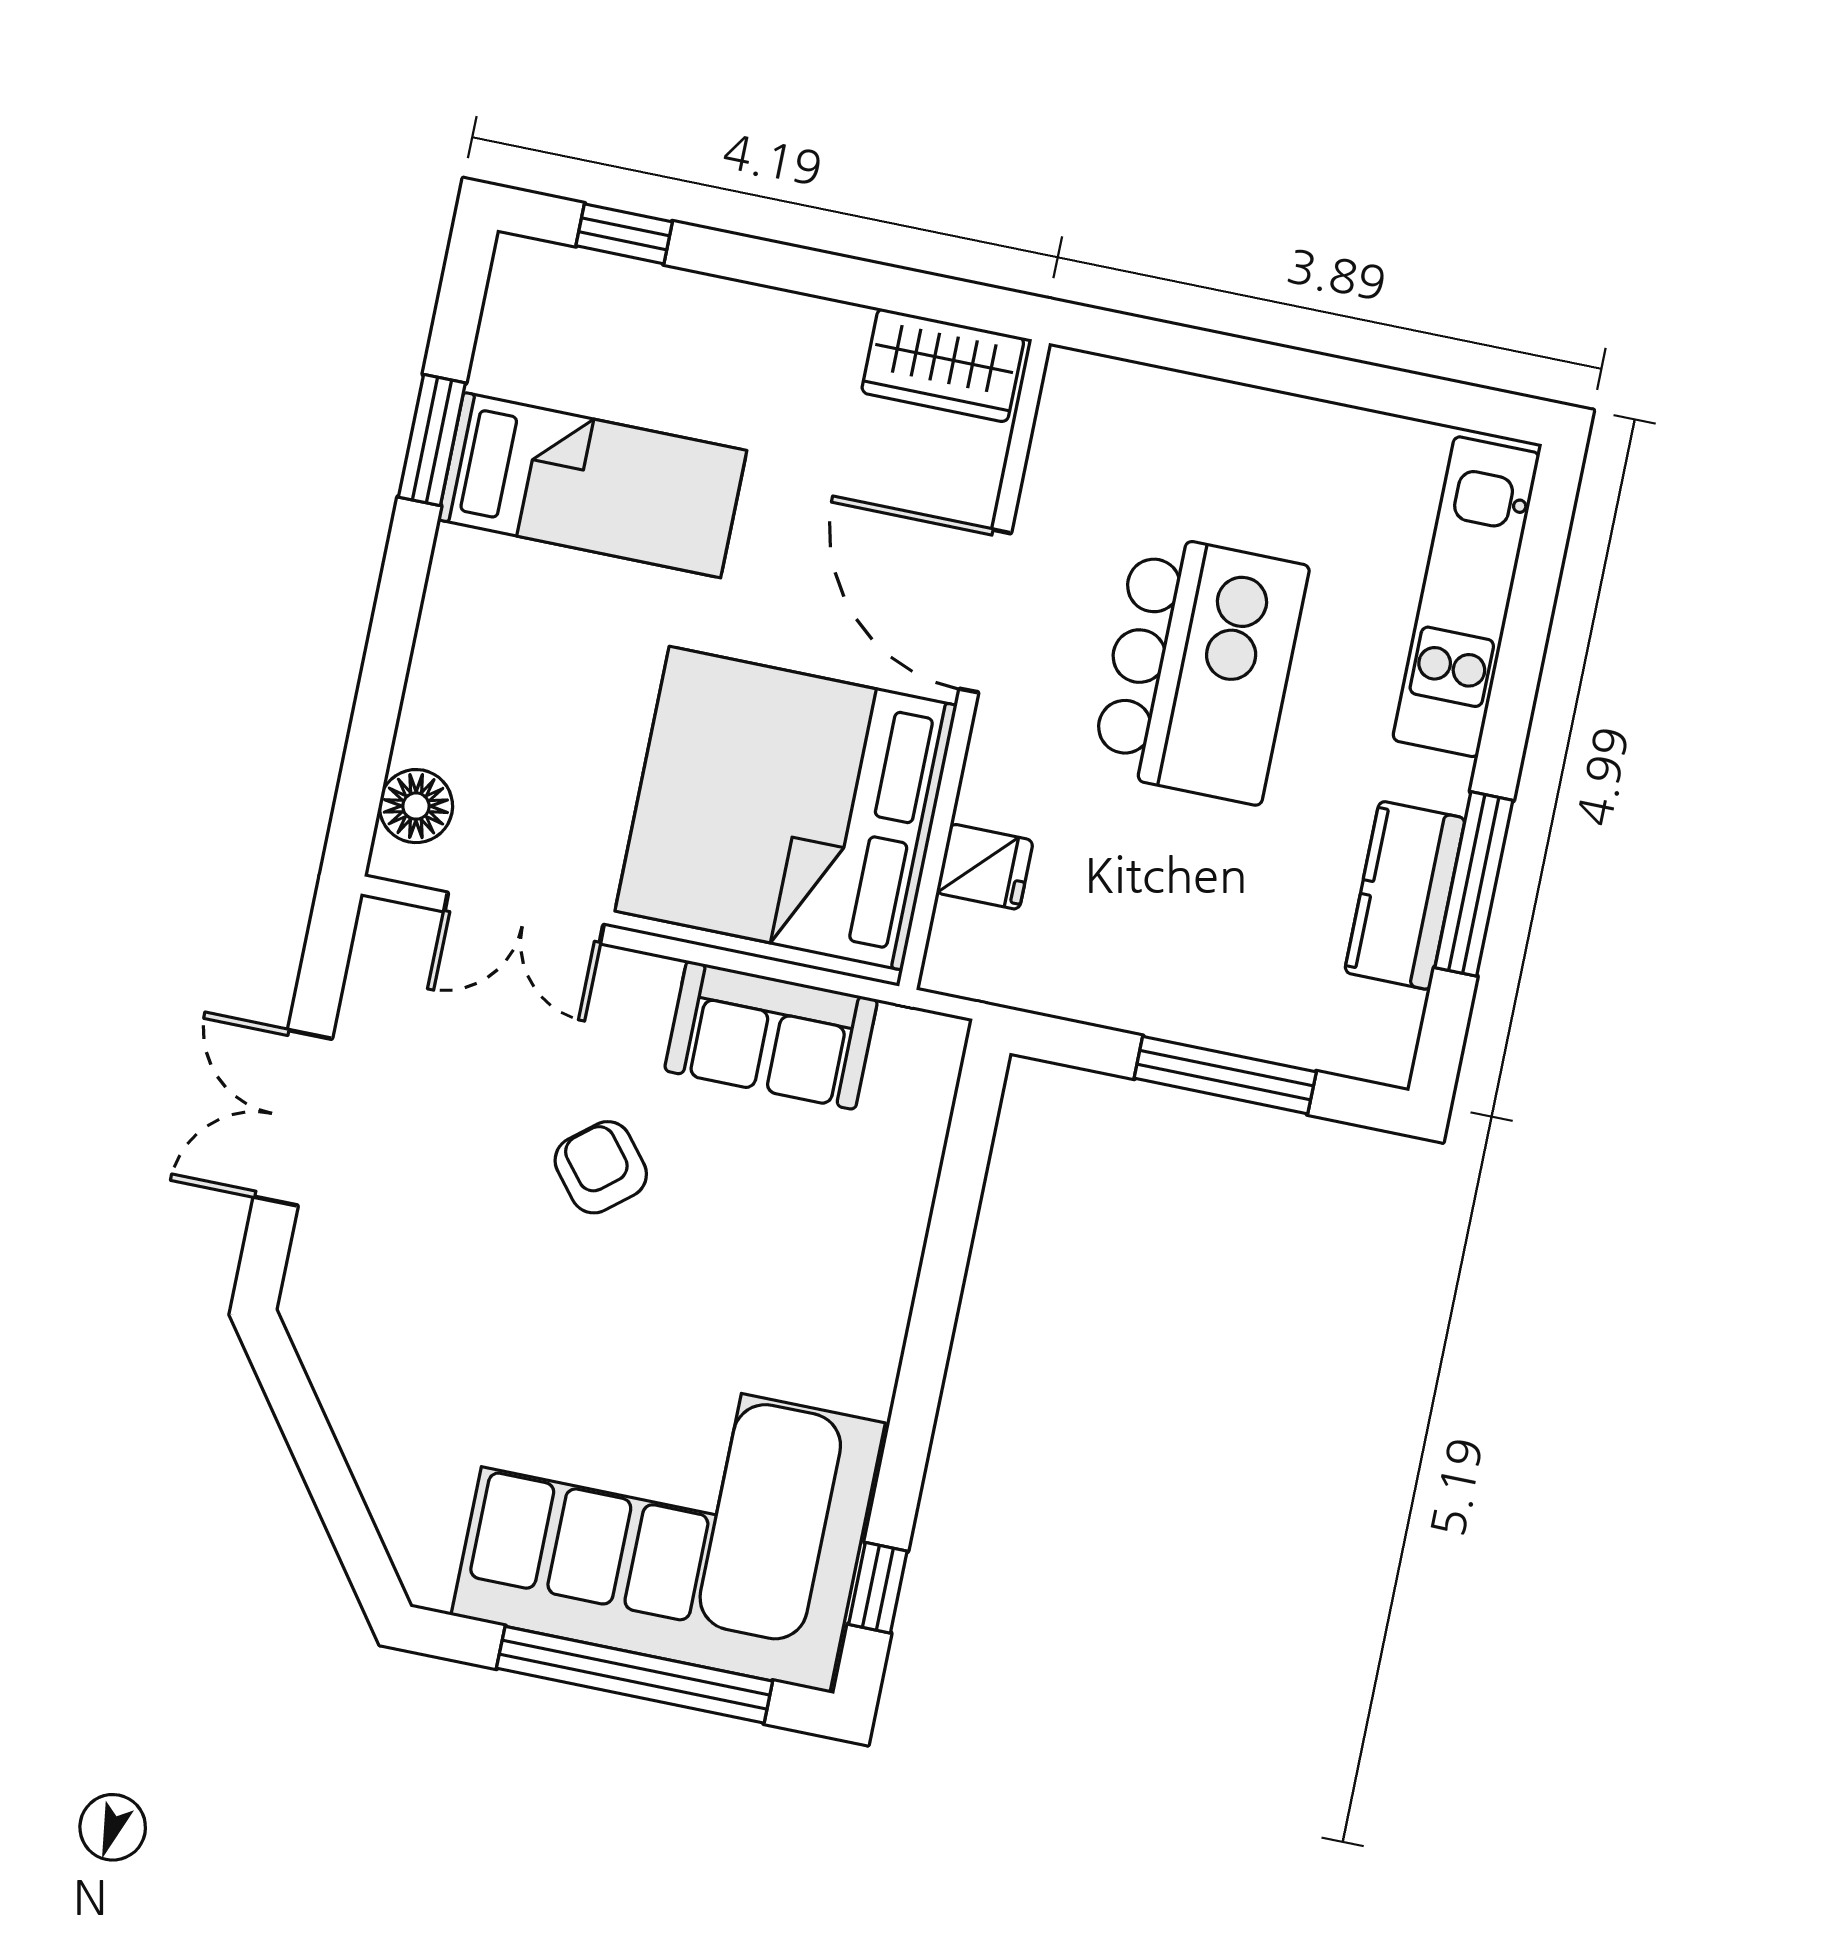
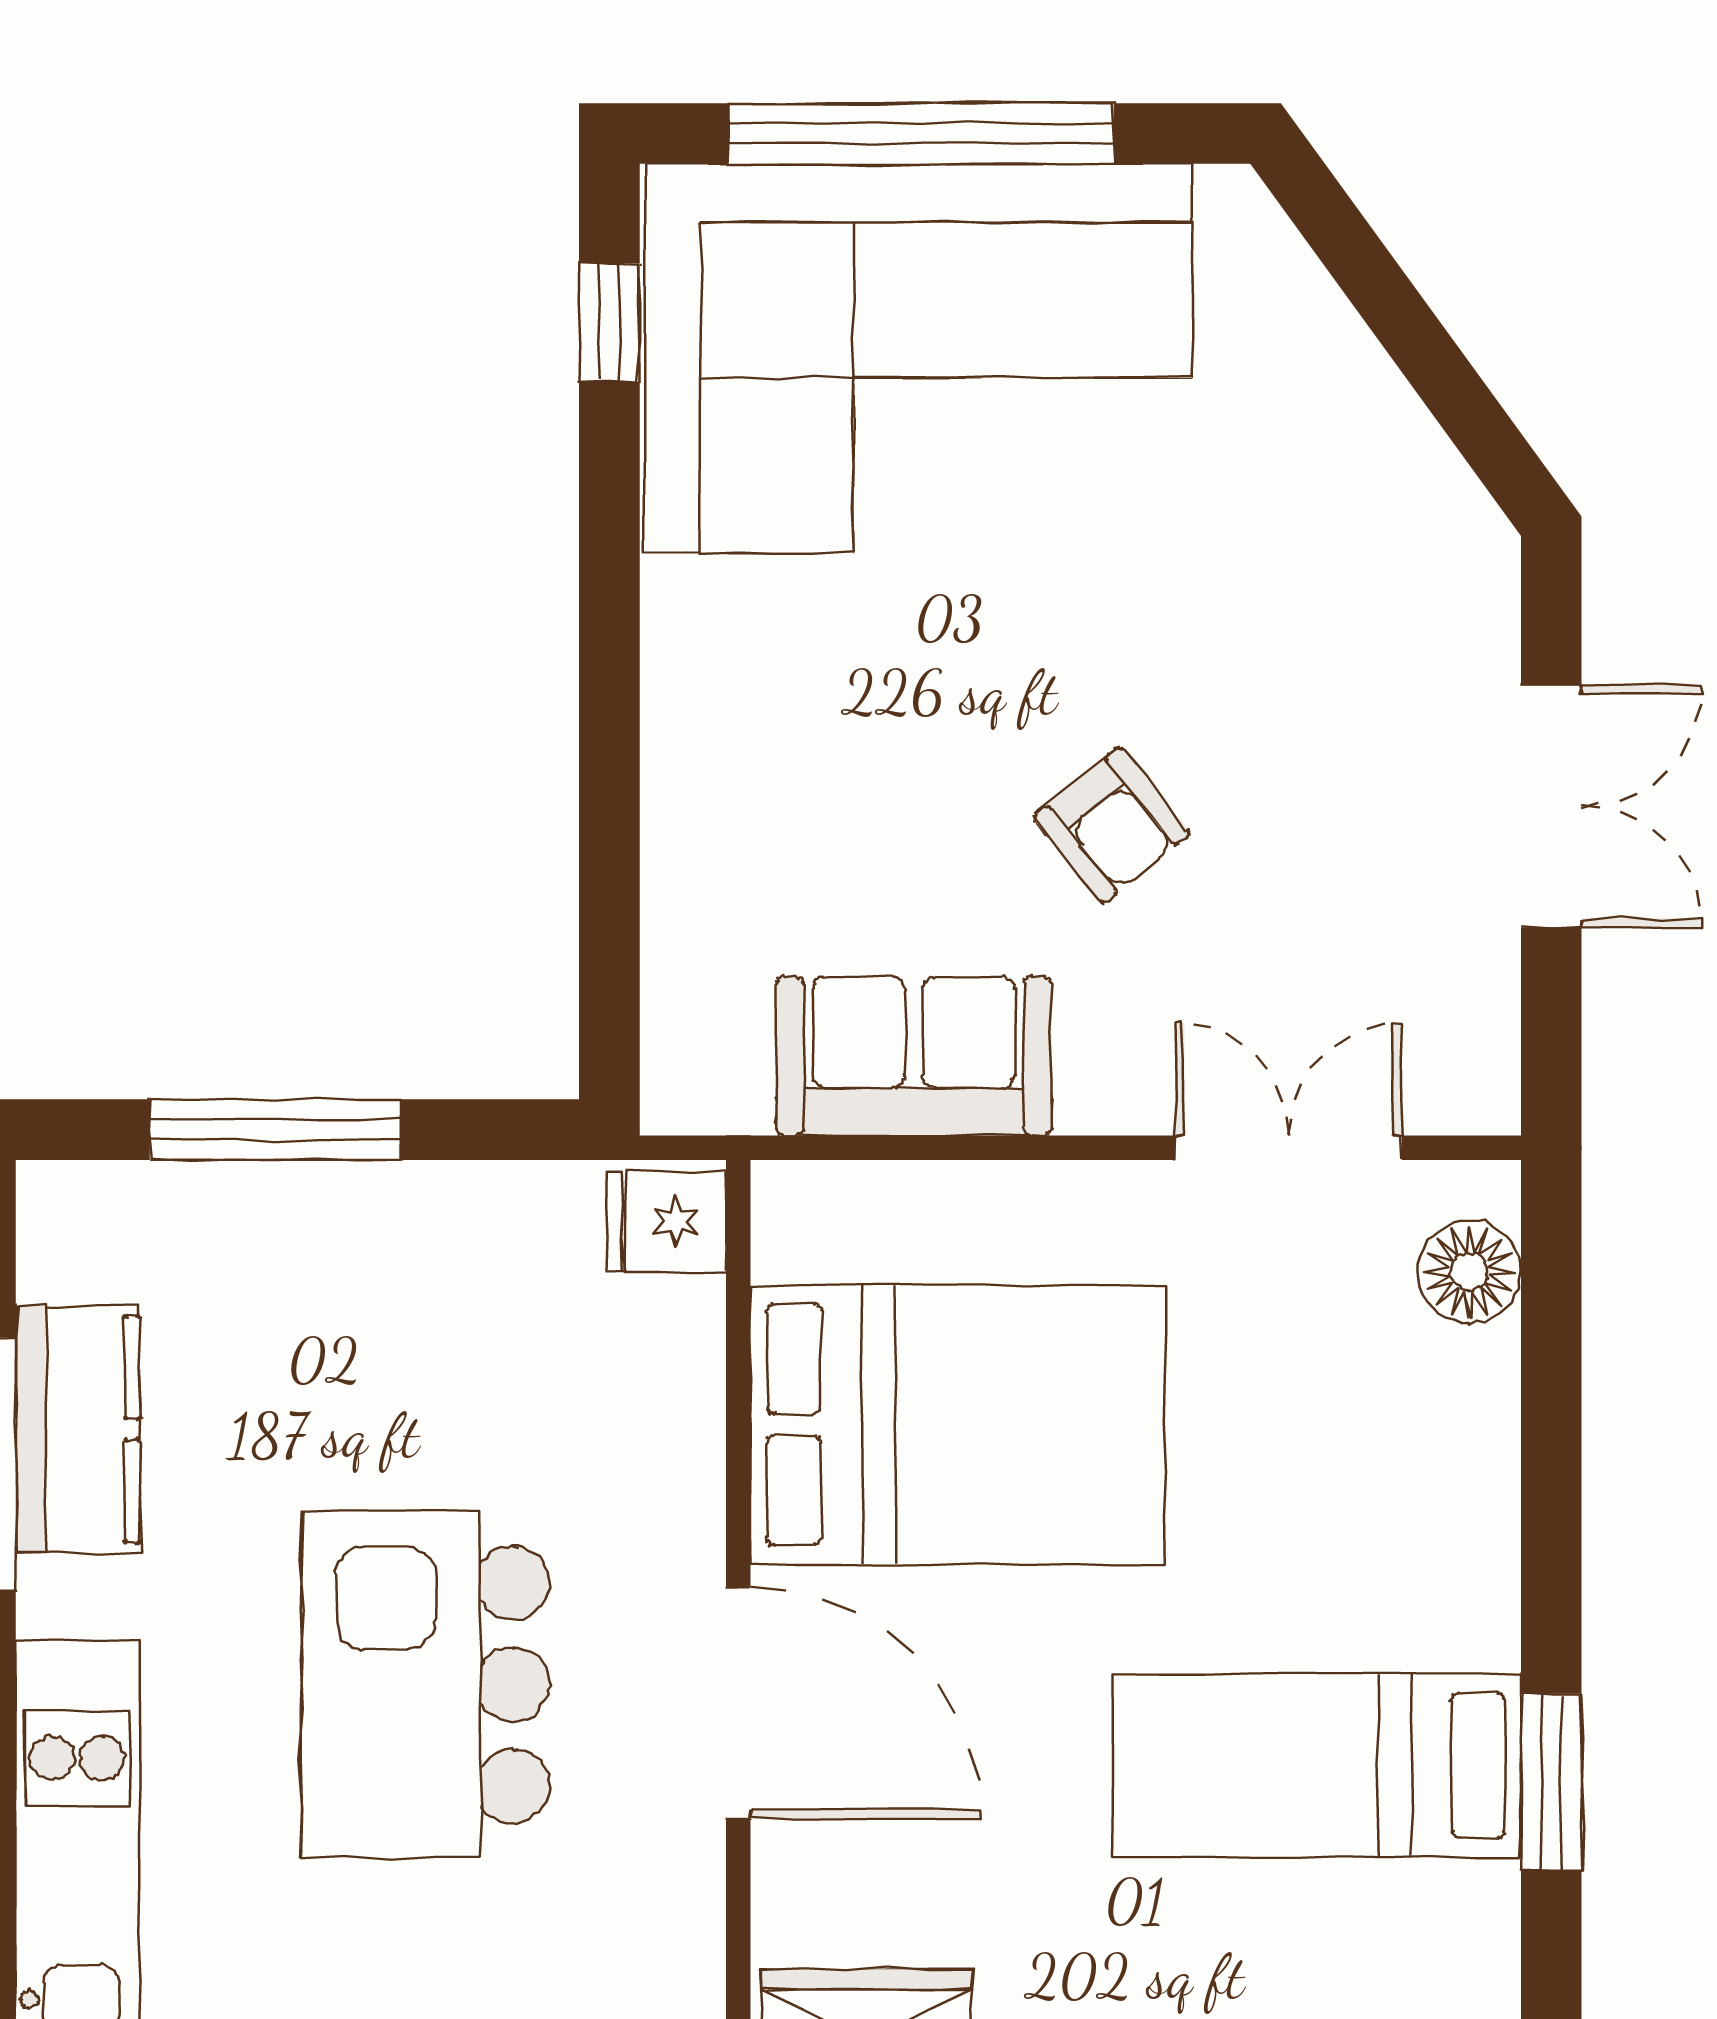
bed: (786, 808) -> (958, 1425), width x0.73
fridge: (985, 867) -> (666, 1221), moved

